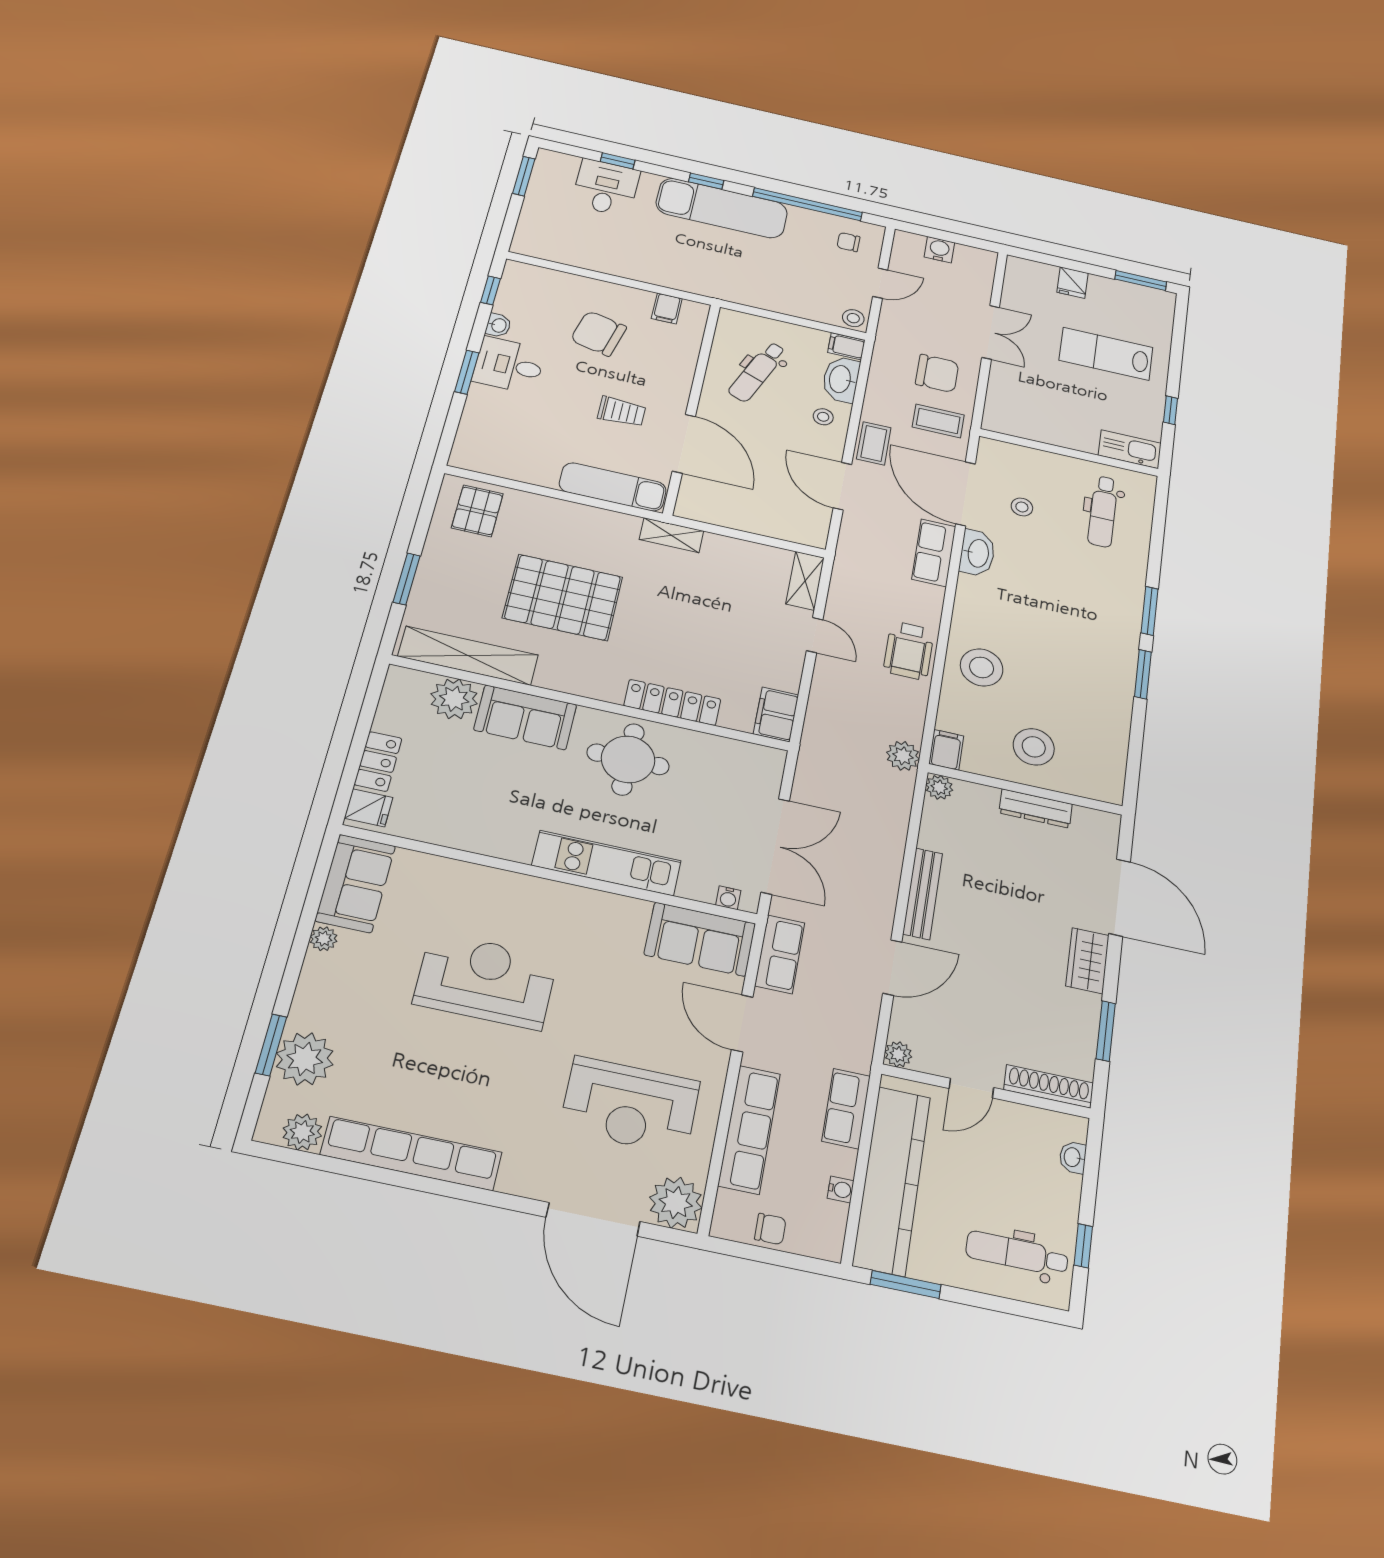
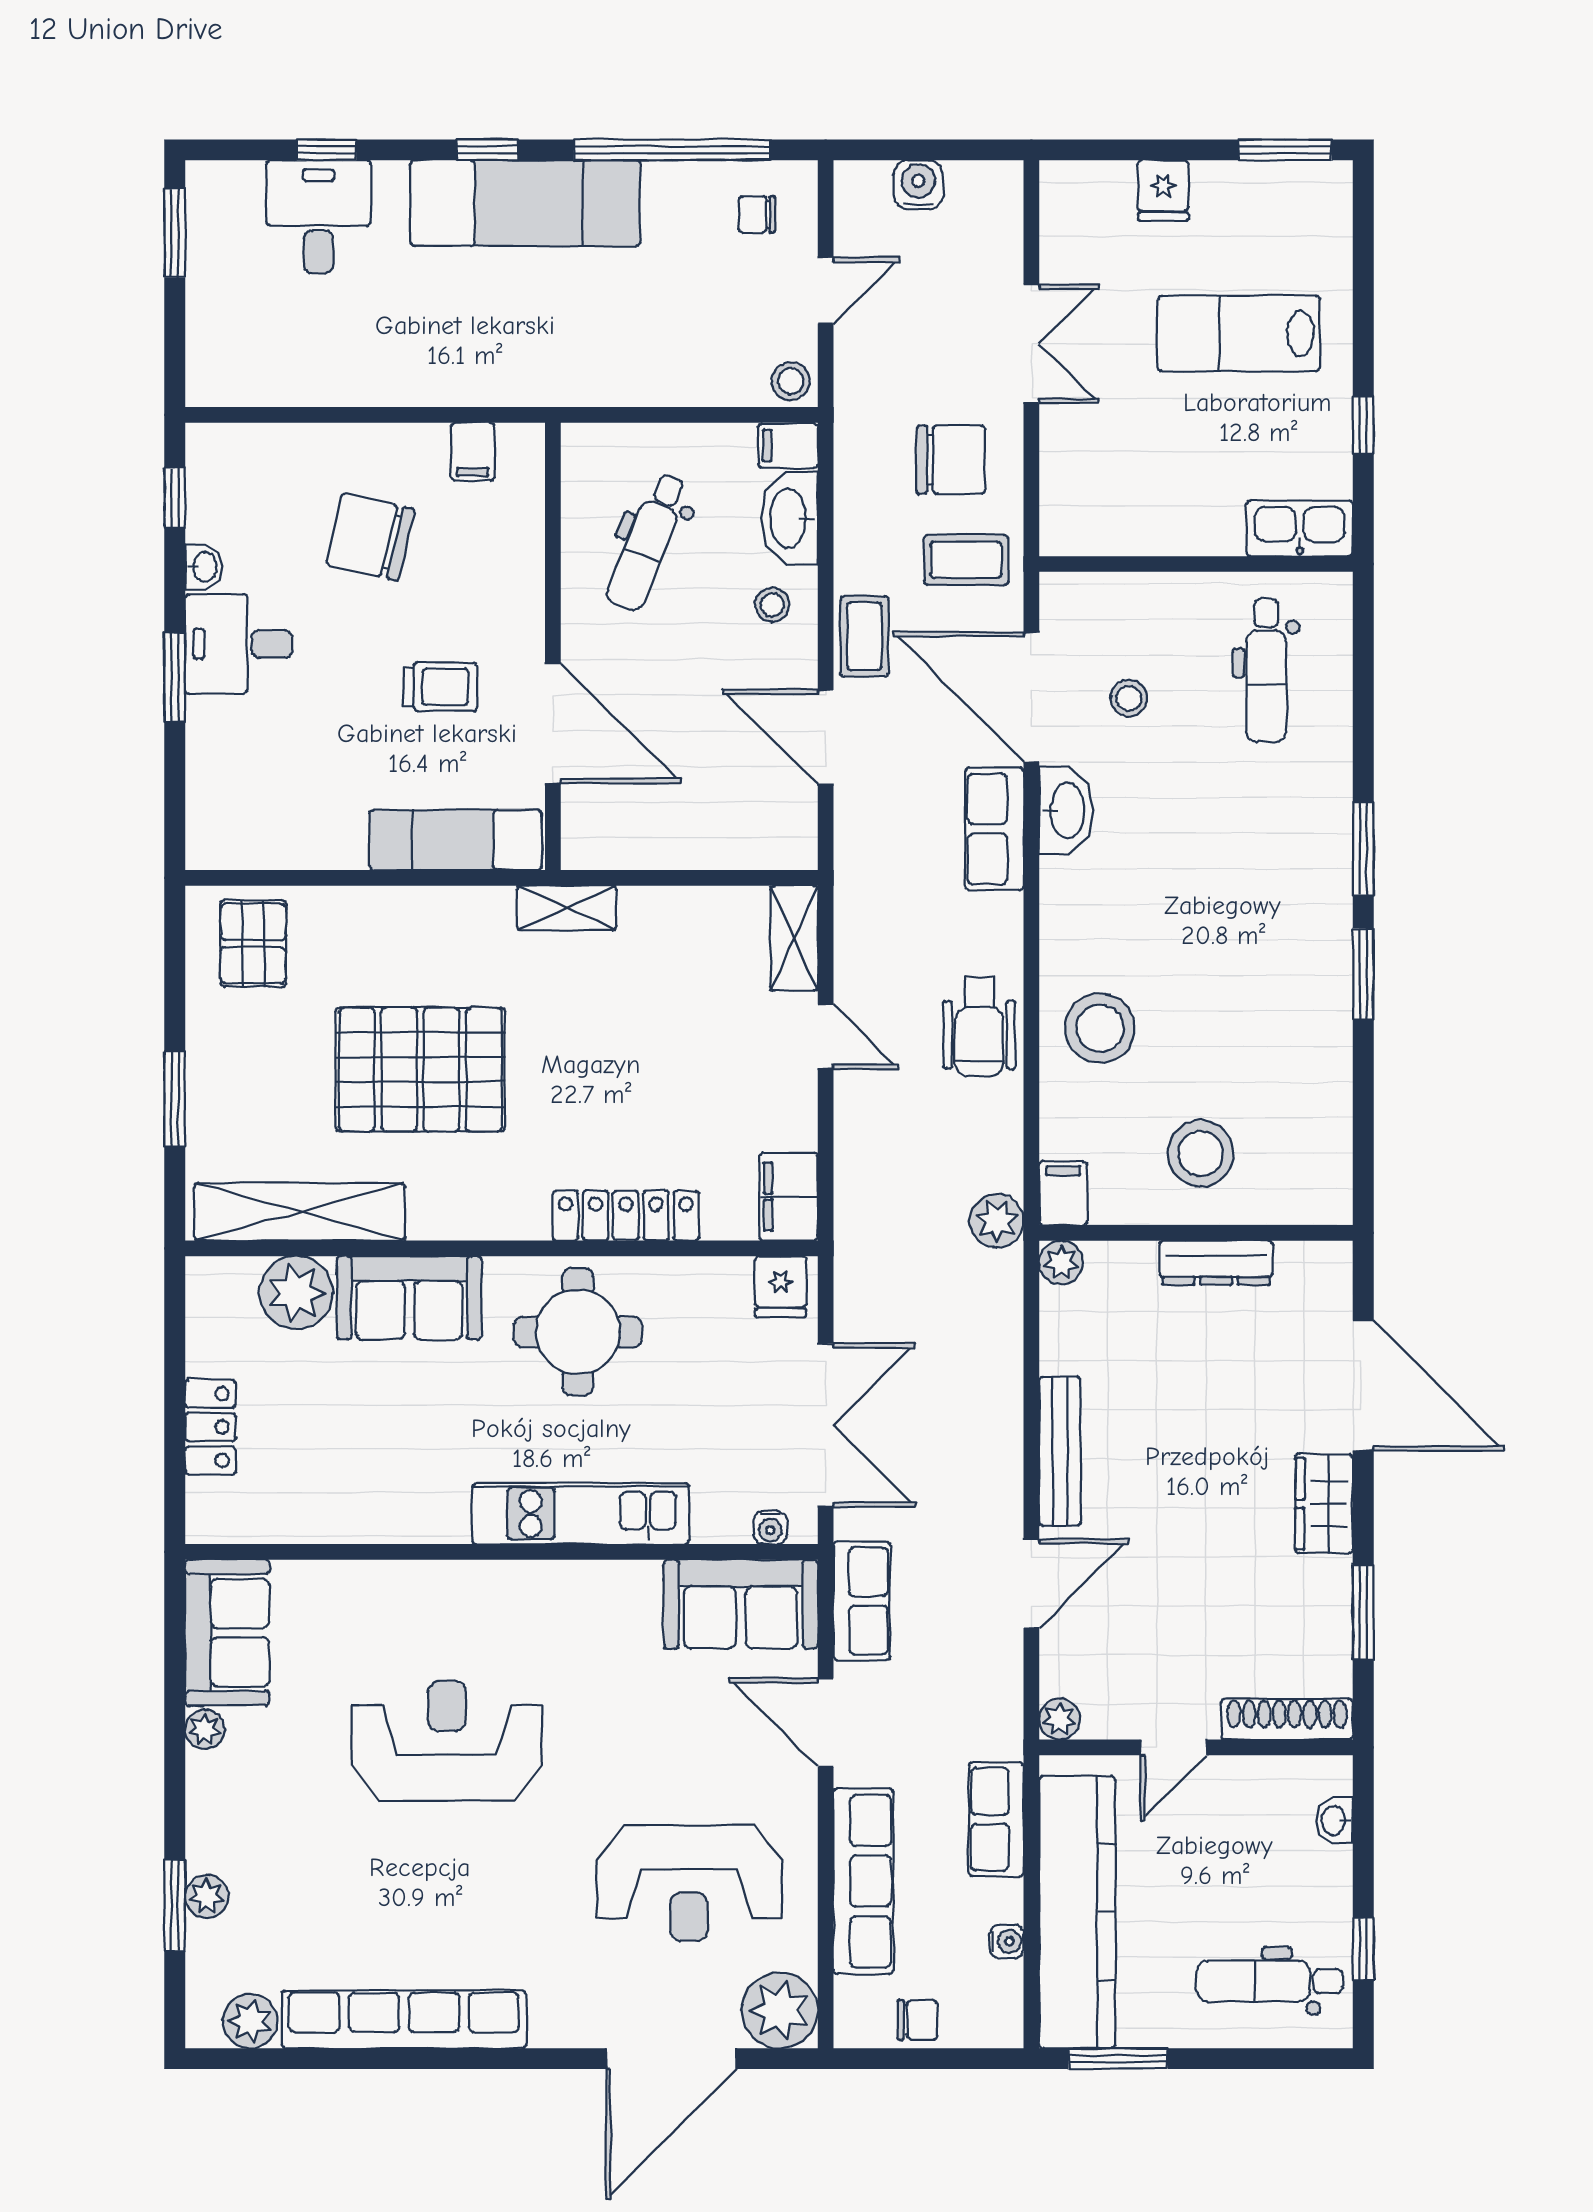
fridge: (369, 808) -> (781, 1287), moved, turned 90
plant: (305, 1059) -> (207, 1896), width x0.53, depth x0.53
door: (593, 1219) -> (671, 2059), hinge flipped

